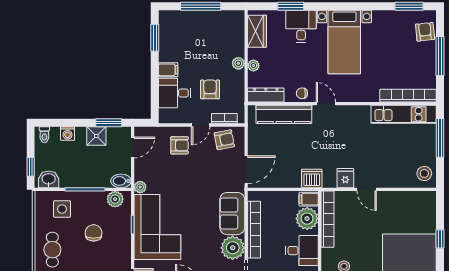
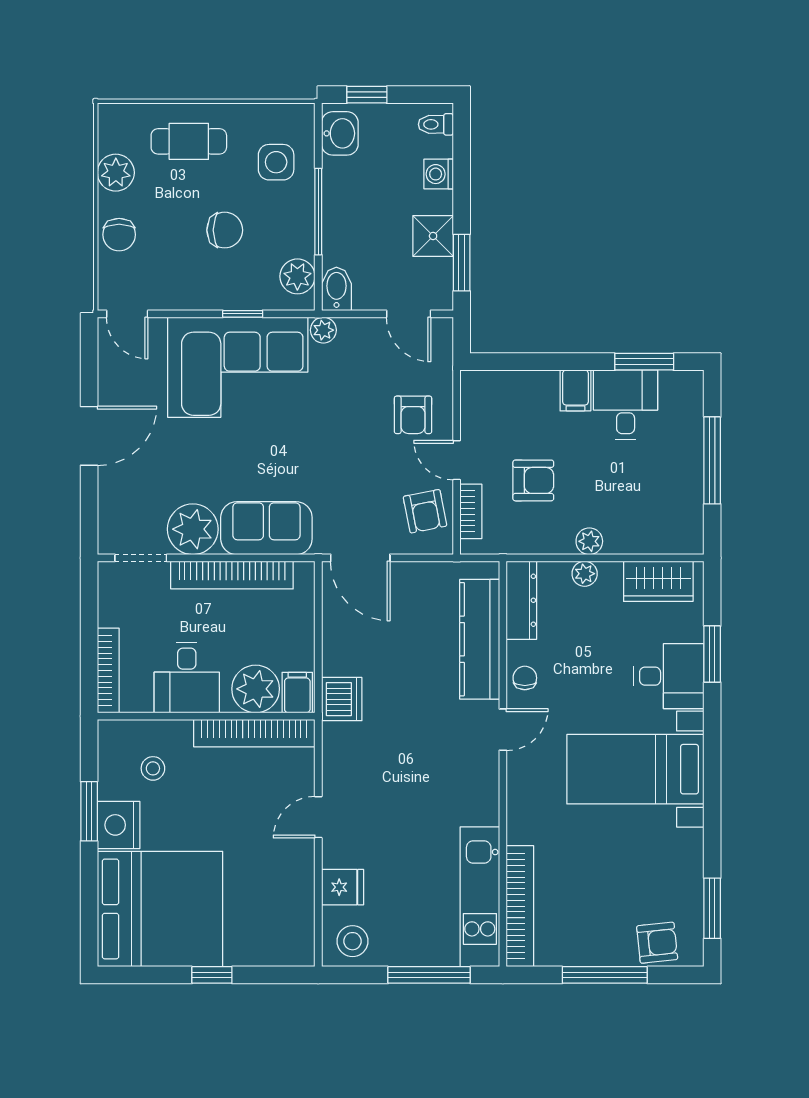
desk: (175, 93) -> (626, 405), moved
fridge: (345, 178) -> (343, 887), moved

